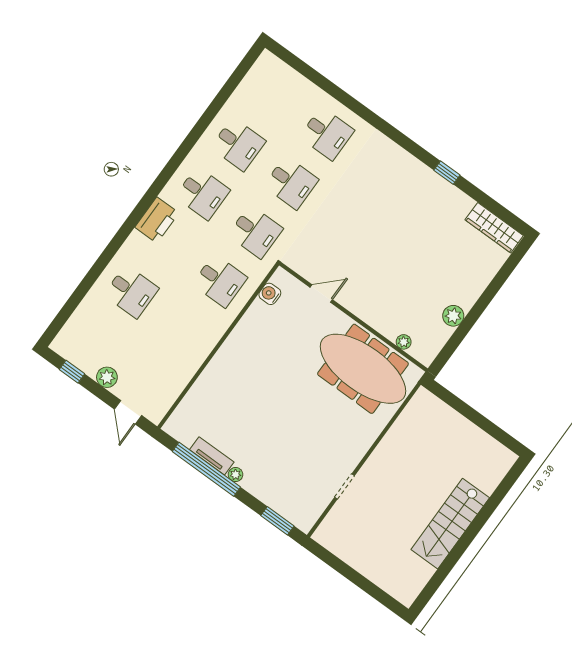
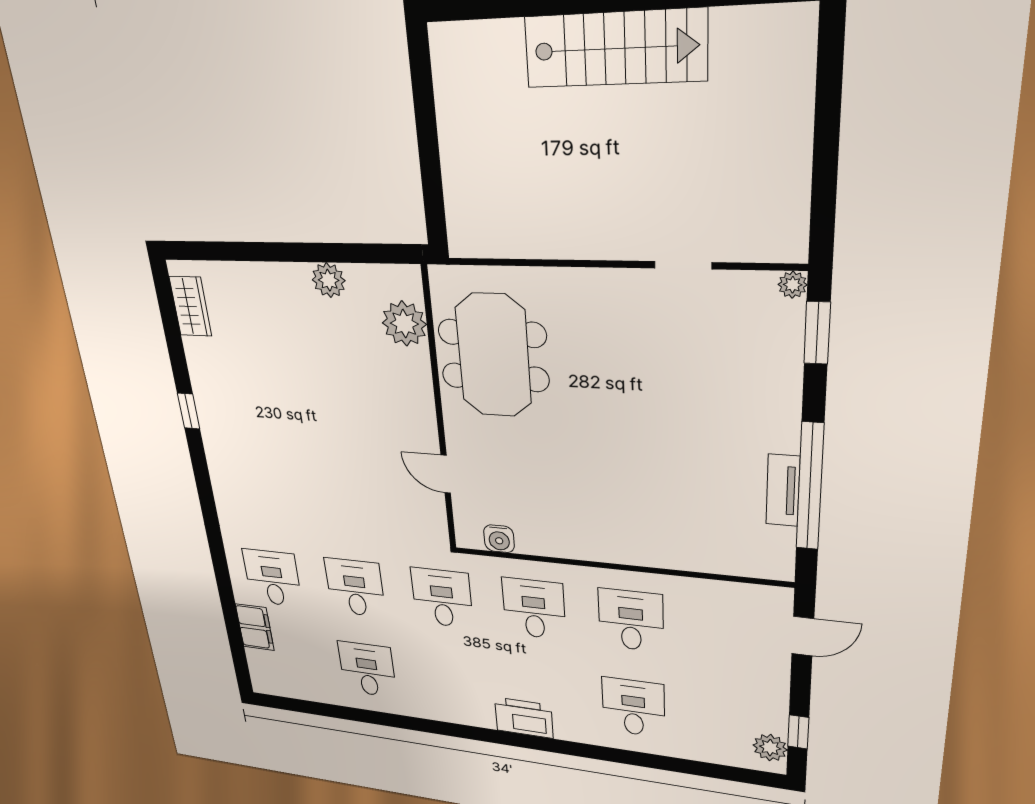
filing cabinet: (305, 91) -> (255, 627), added
desk: (203, 193) -> (631, 620), moved
wardrobe: (494, 228) -> (190, 306), width x0.67
plant: (404, 342) -> (404, 324), width x1.87, depth x1.87
meeting table: (363, 369) -> (494, 356), width x0.73
plant: (107, 377) -> (770, 748), moved
plant: (236, 475) -> (793, 285), moved

